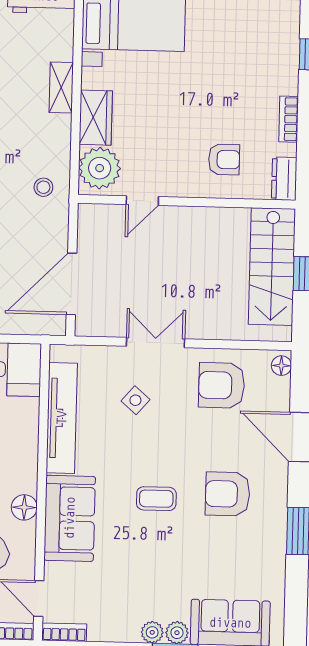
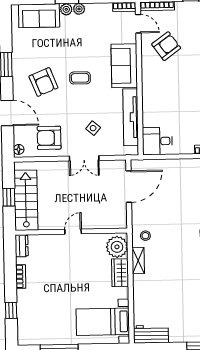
shelving: (61, 88) -> (138, 261), moved
armchair: (224, 159) -> (53, 254), removed
door: (142, 201) -> (73, 232), moved
armchair: (222, 385) -> (49, 138), turned 180
armchair: (228, 494) -> (43, 82), turned 68
floor lamp: (24, 507) -> (148, 70), removed

